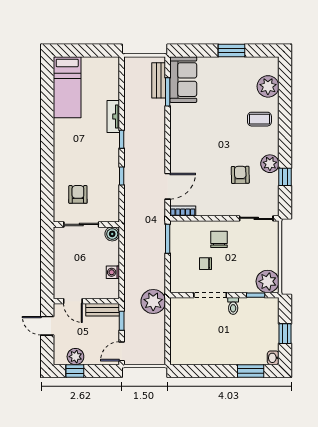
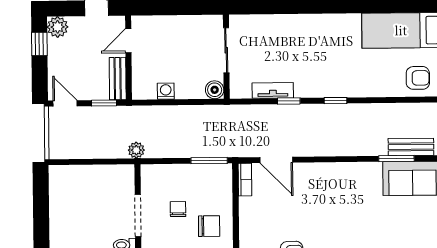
tv unit: (113, 117) -> (273, 90), moved
armchair: (78, 194) -> (418, 78), moved
plant: (153, 302) -> (136, 150), width x0.53, depth x0.53
plant: (75, 357) -> (58, 27), moved

